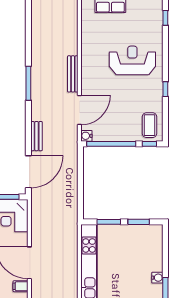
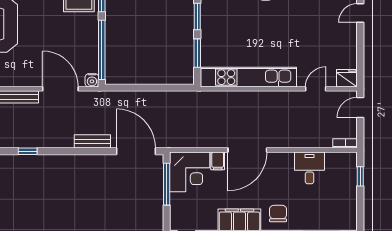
window: (28, 83) -> (28, 151), width x0.46
filing cabinet: (21, 286) -> (218, 161), moved

